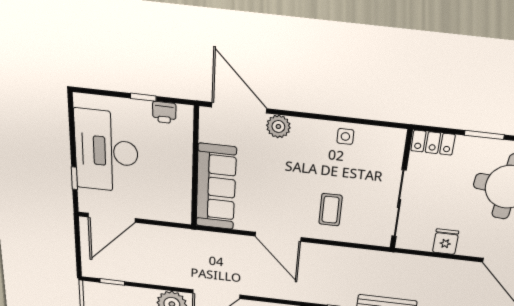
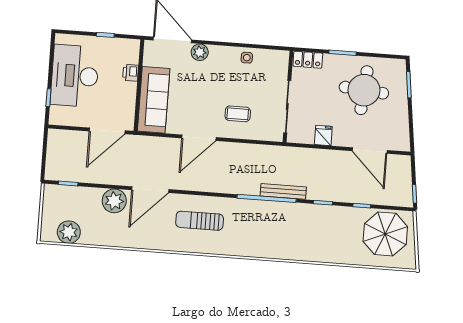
printer: (164, 112) -> (131, 73), moved, turned 90
coffee table: (331, 210) -> (238, 114), turned 90
door: (112, 218) -> (107, 131), moved
door: (278, 237) -> (199, 138), hinge flipped

